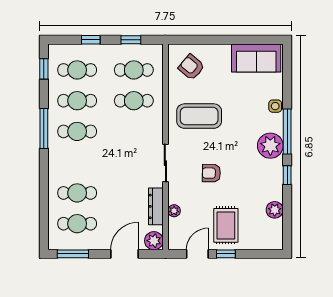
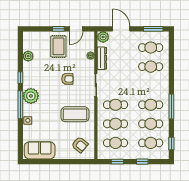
cafe table: (134, 131) -> (116, 105), added
door: (125, 254) -> (121, 29), swing flipped

